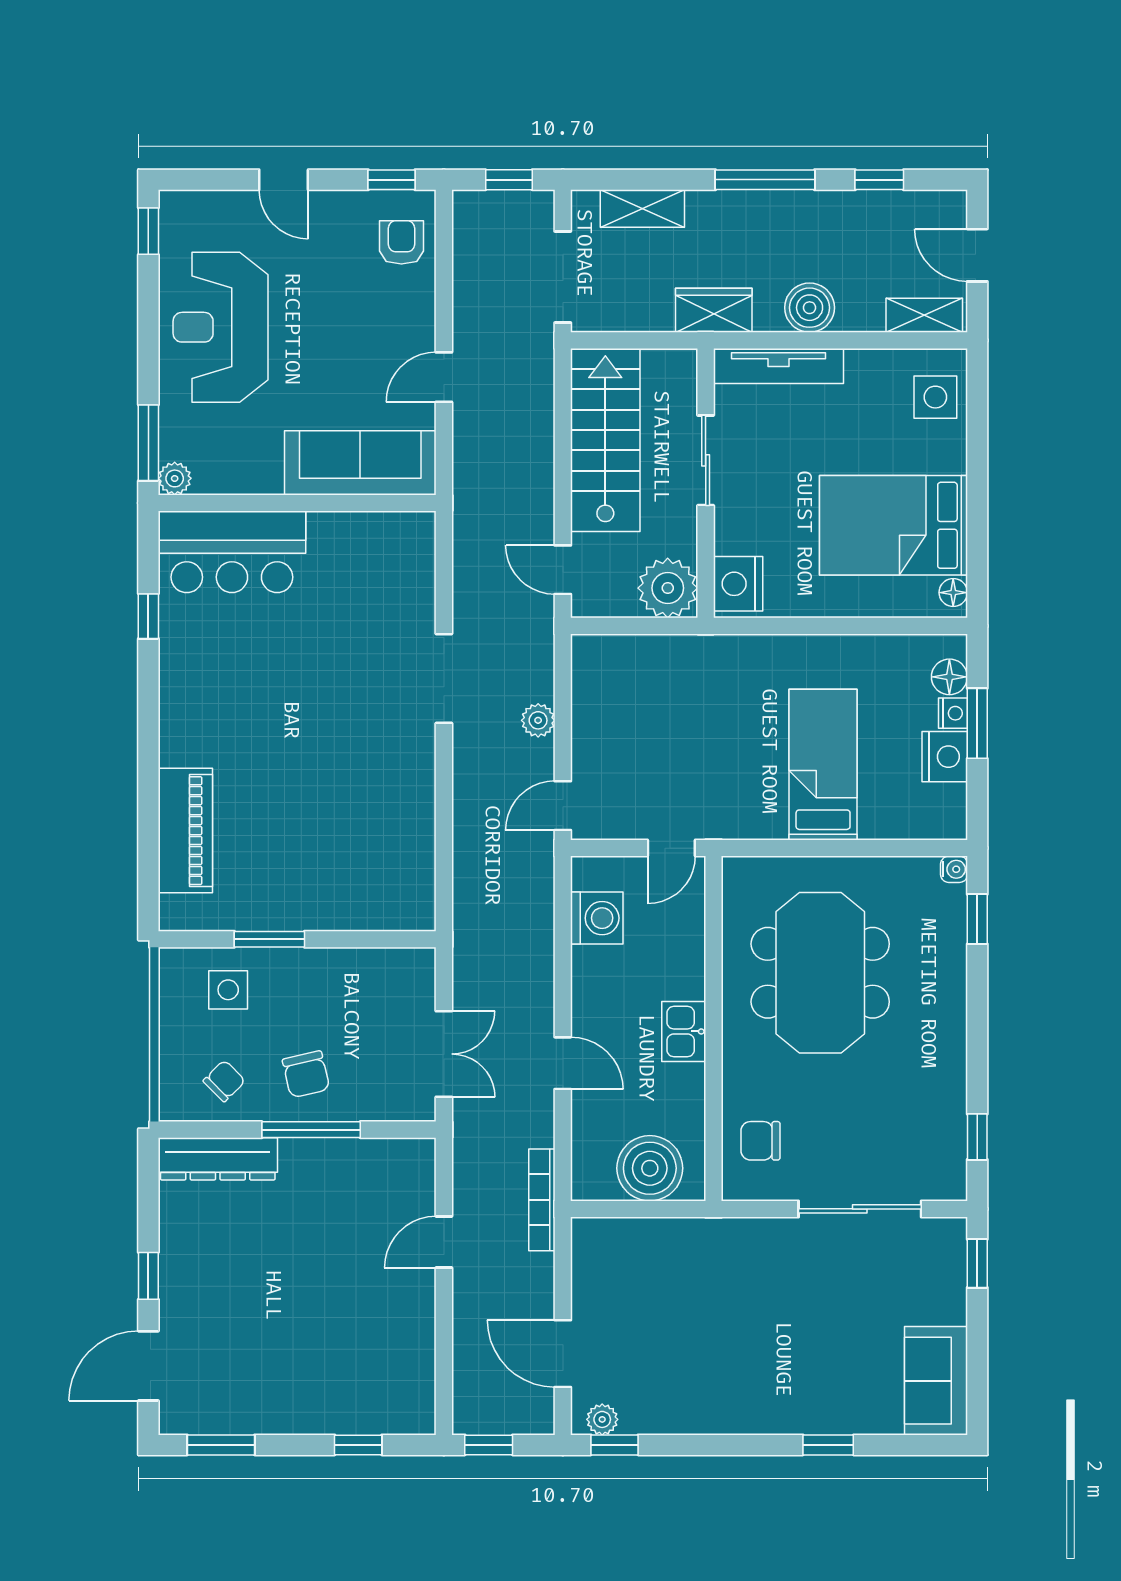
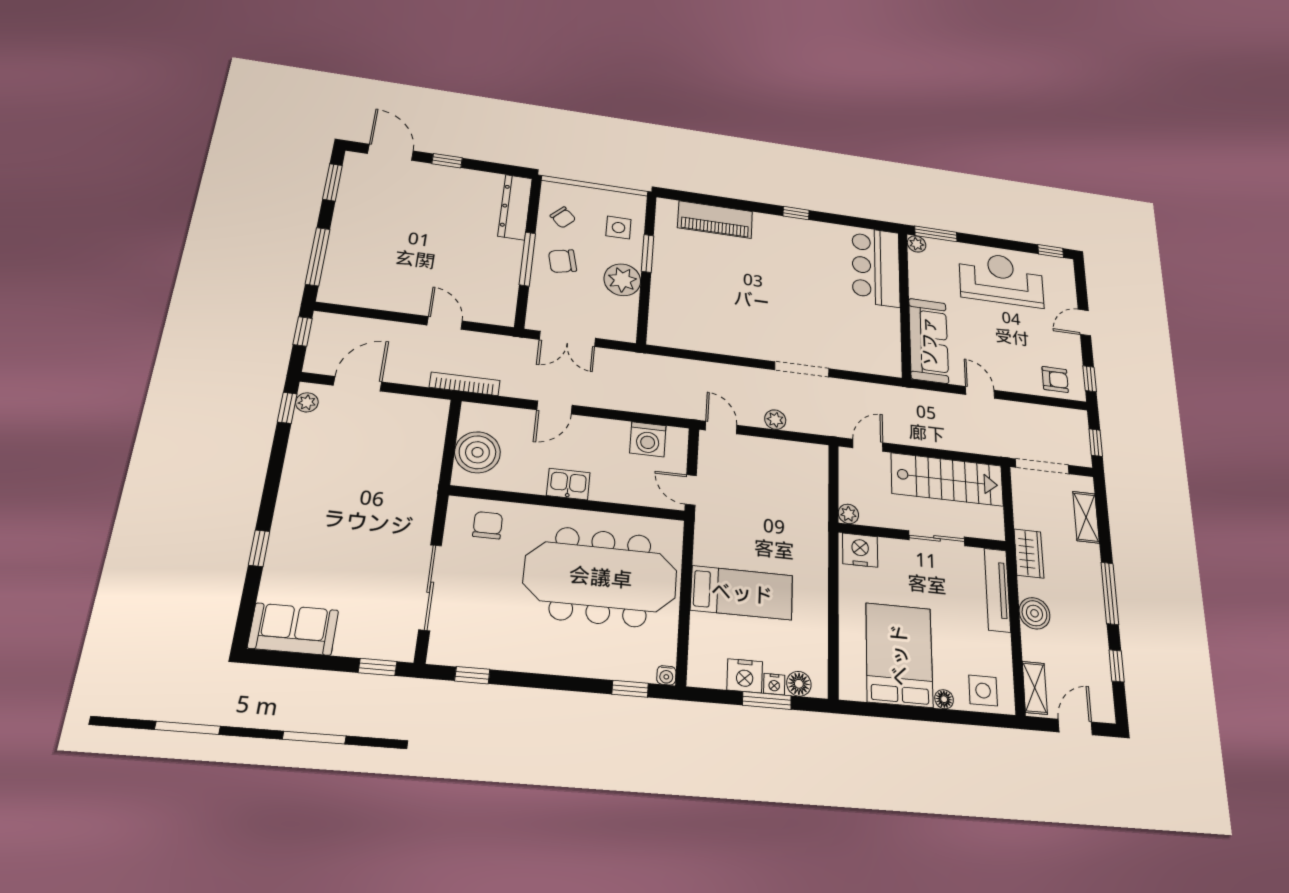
plant: (668, 588) -> (848, 514), width x0.53, depth x0.53
floor lamp: (953, 593) -> (944, 699), moved
window: (148, 616) -> (796, 213), moved
meeting table: (820, 973) -> (601, 577), width x1.36
plant: (325, 977) -> (622, 280), added
window: (358, 1445) -> (318, 257), width x2.17

